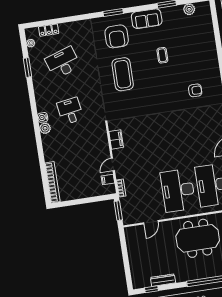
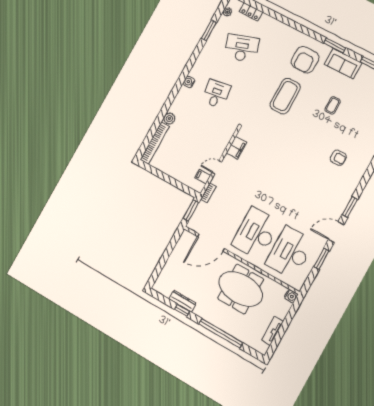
window: (113, 12) -> (335, 46), moved
plant: (45, 128) -> (169, 119), moved
door: (151, 222) -> (211, 243), width x1.88
window: (151, 289) -> (182, 310), moved

